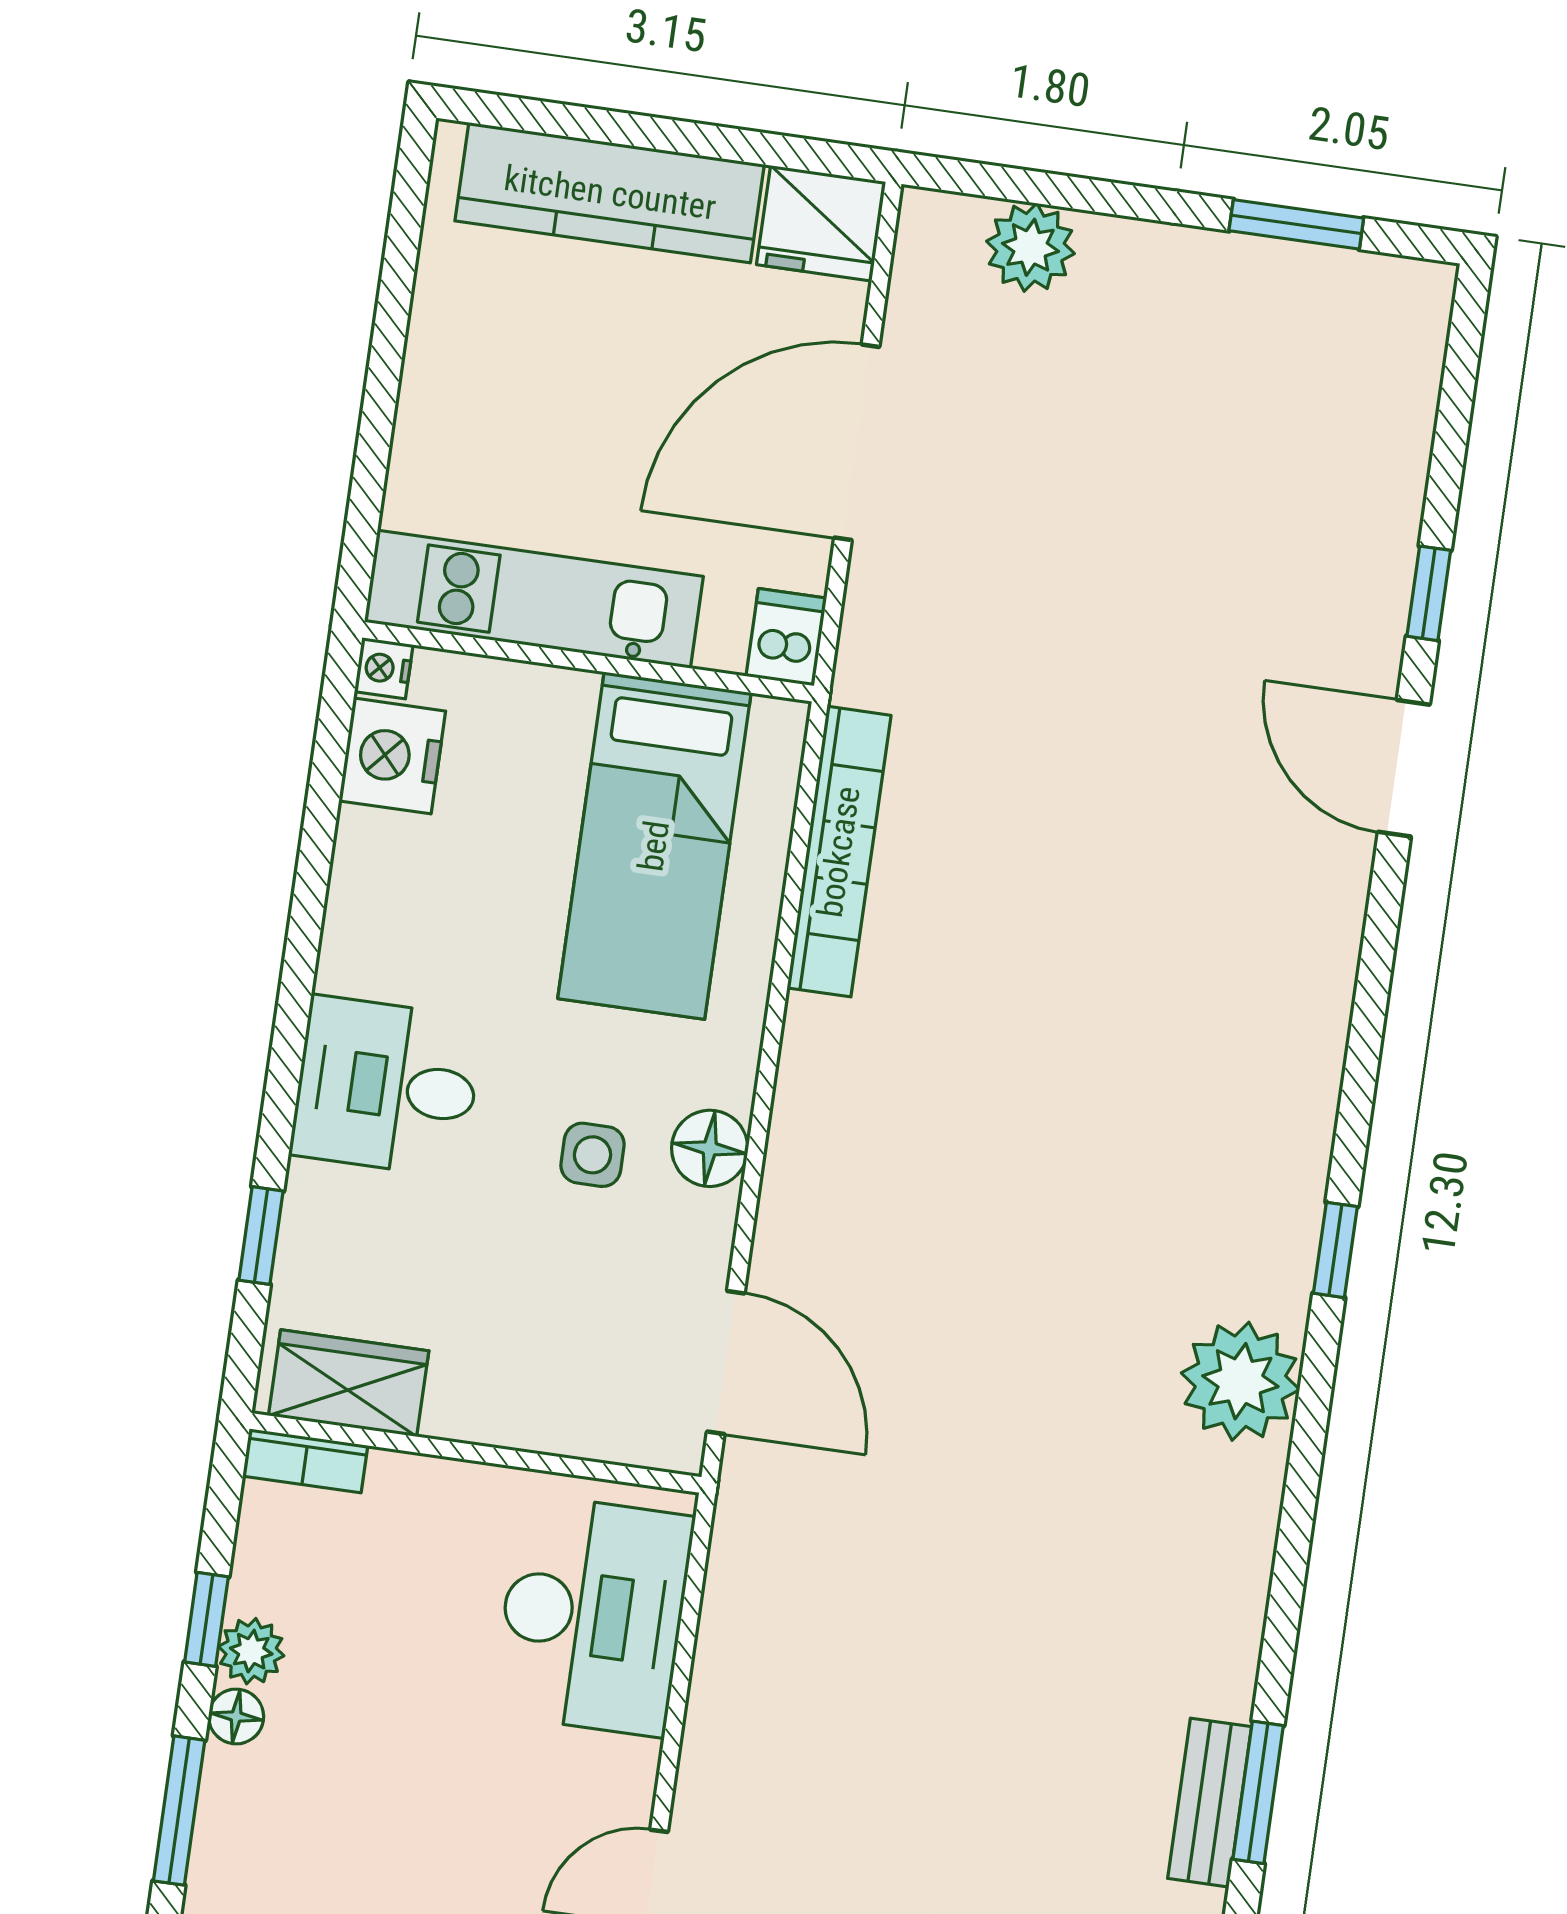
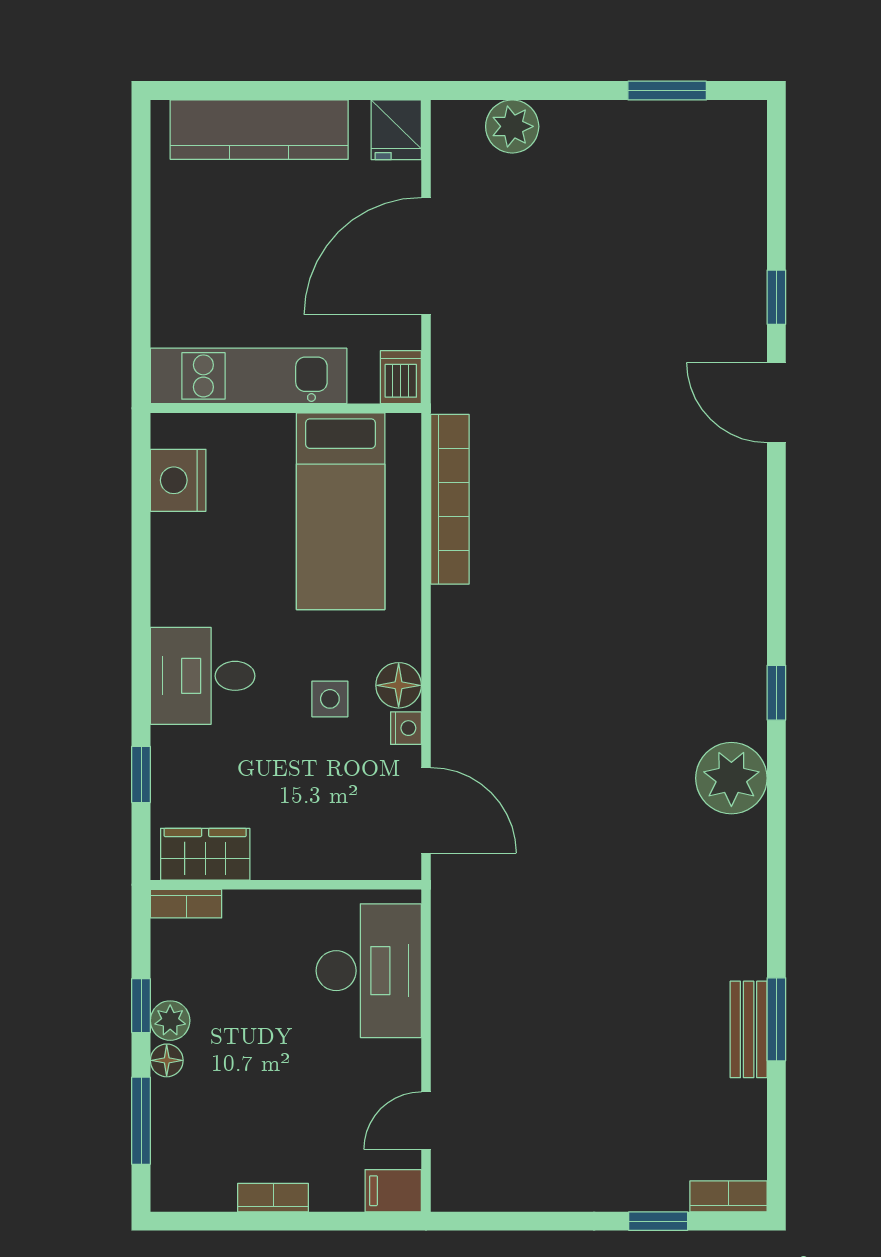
fridge: (821, 223) -> (396, 130), width x0.72
nightstand: (384, 668) -> (406, 728), moved, turned 180

